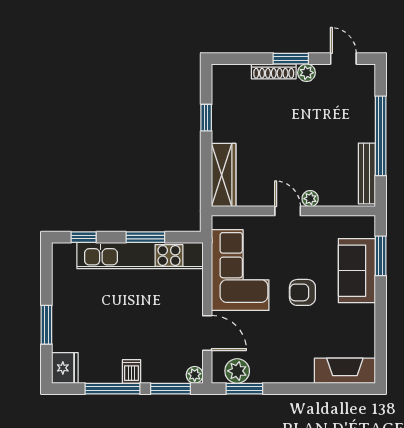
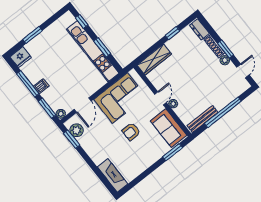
dresser: (232, 74) -> (199, 29), added
sofa: (357, 271) -> (169, 128), moved, turned -90
armchair: (302, 292) -> (131, 132), turned -90

